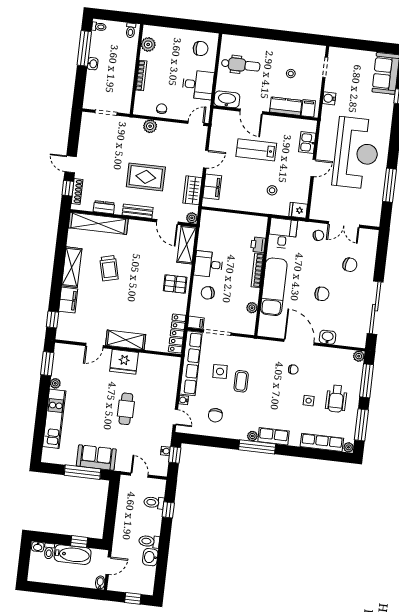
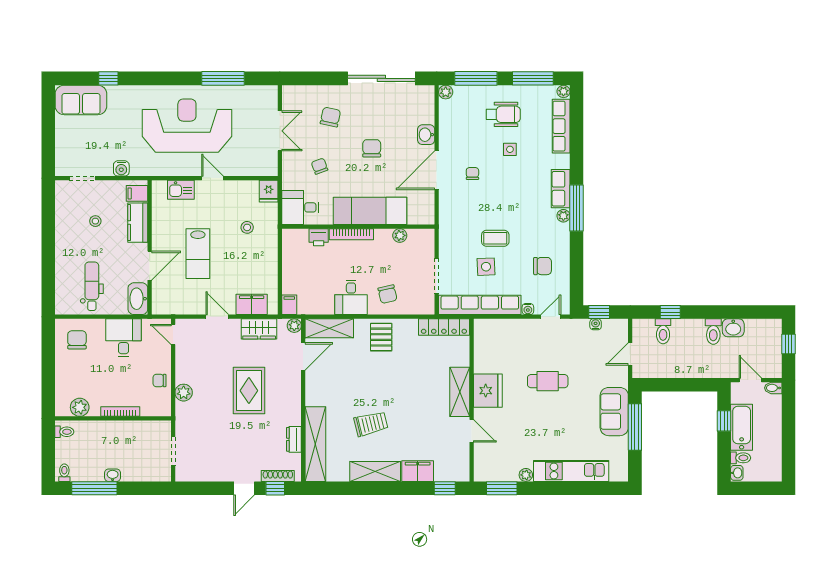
bench: (138, 211) -> (294, 396), removed
chair: (318, 235) -> (320, 166), moved
filing cabinet: (196, 323) -> (289, 305), moved

